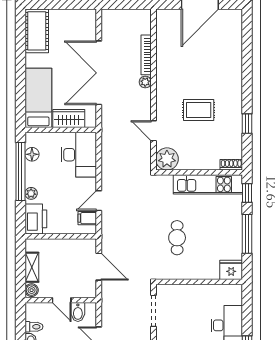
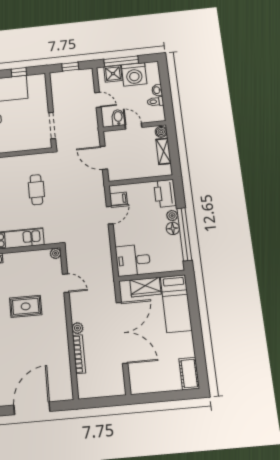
cot: (37, 31) -> (189, 373), width x0.73, depth x0.75
floor lamp: (32, 154) -> (173, 228), moved
desk: (79, 155) -> (133, 260), width x0.73
plant: (167, 159) -> (56, 253), width x0.53, depth x0.53

